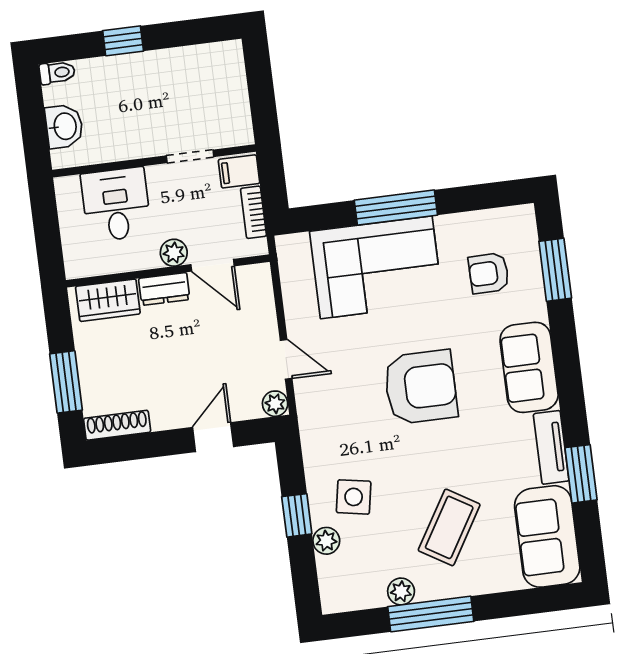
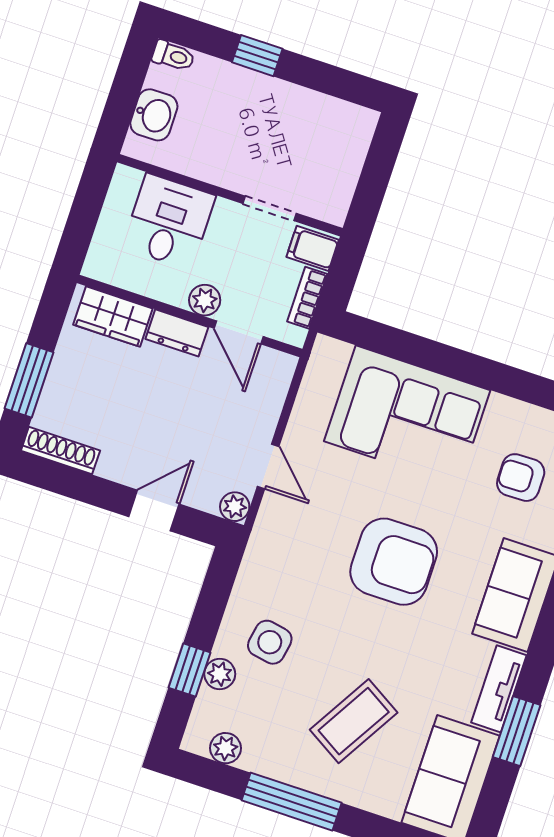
window: (396, 208) -> (457, 364), removed
window: (297, 515) -> (190, 670), moved
plant: (401, 591) -> (225, 748), moved

